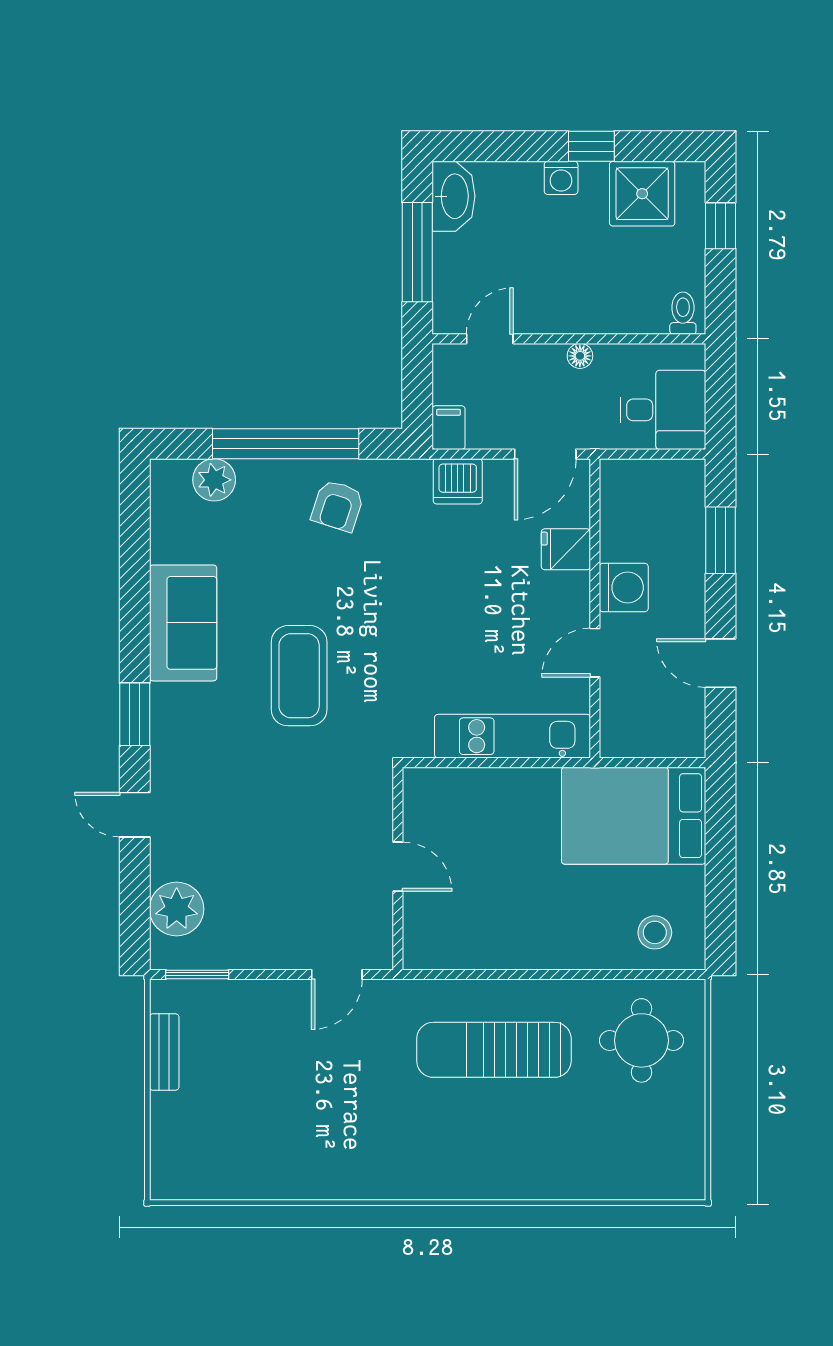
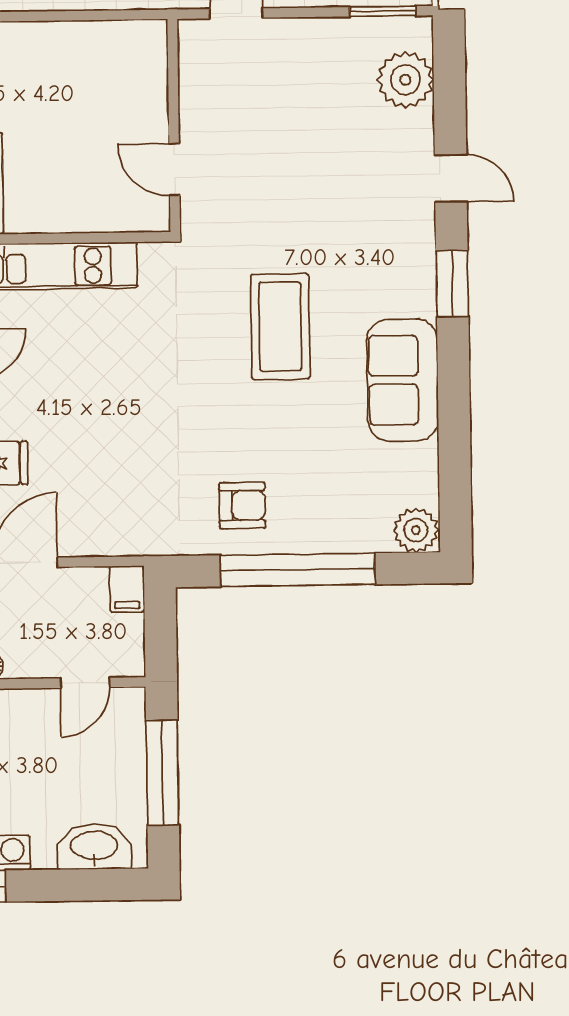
washbasin: (454, 196) -> (94, 847), moved, turned 90
plant: (214, 480) -> (416, 530), moved
dishwasher: (458, 481) -> (117, 533), removed
armchair: (338, 506) -> (242, 505), turned 72
door: (398, 867) -> (174, 170), moved

